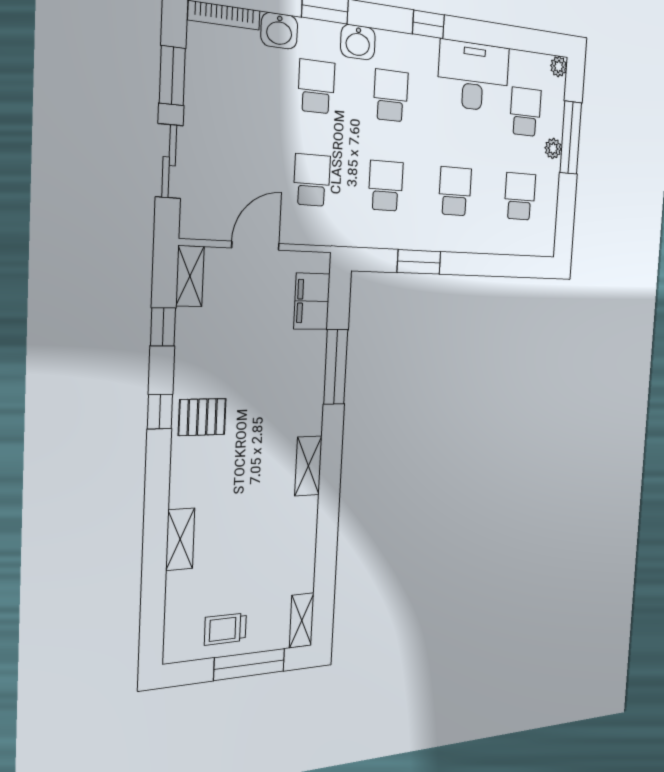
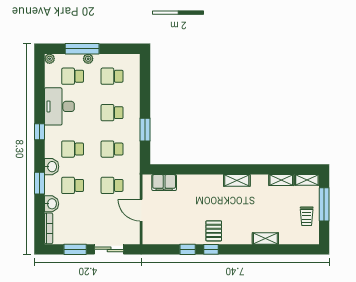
shelving: (190, 276) -> (281, 180), moved
window: (163, 327) -> (188, 249), moved
window: (336, 367) -> (193, 169), removed

